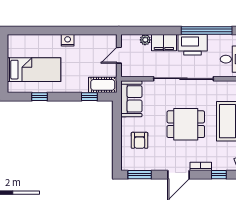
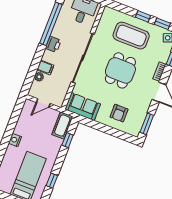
filing cabinet: (164, 43) -> (45, 67), width x0.50
printer: (193, 45) -> (53, 44), width x0.53, depth x0.68
door: (119, 55) -> (43, 103), hinge flipped
armchair: (140, 140) -> (119, 113), turned 90

